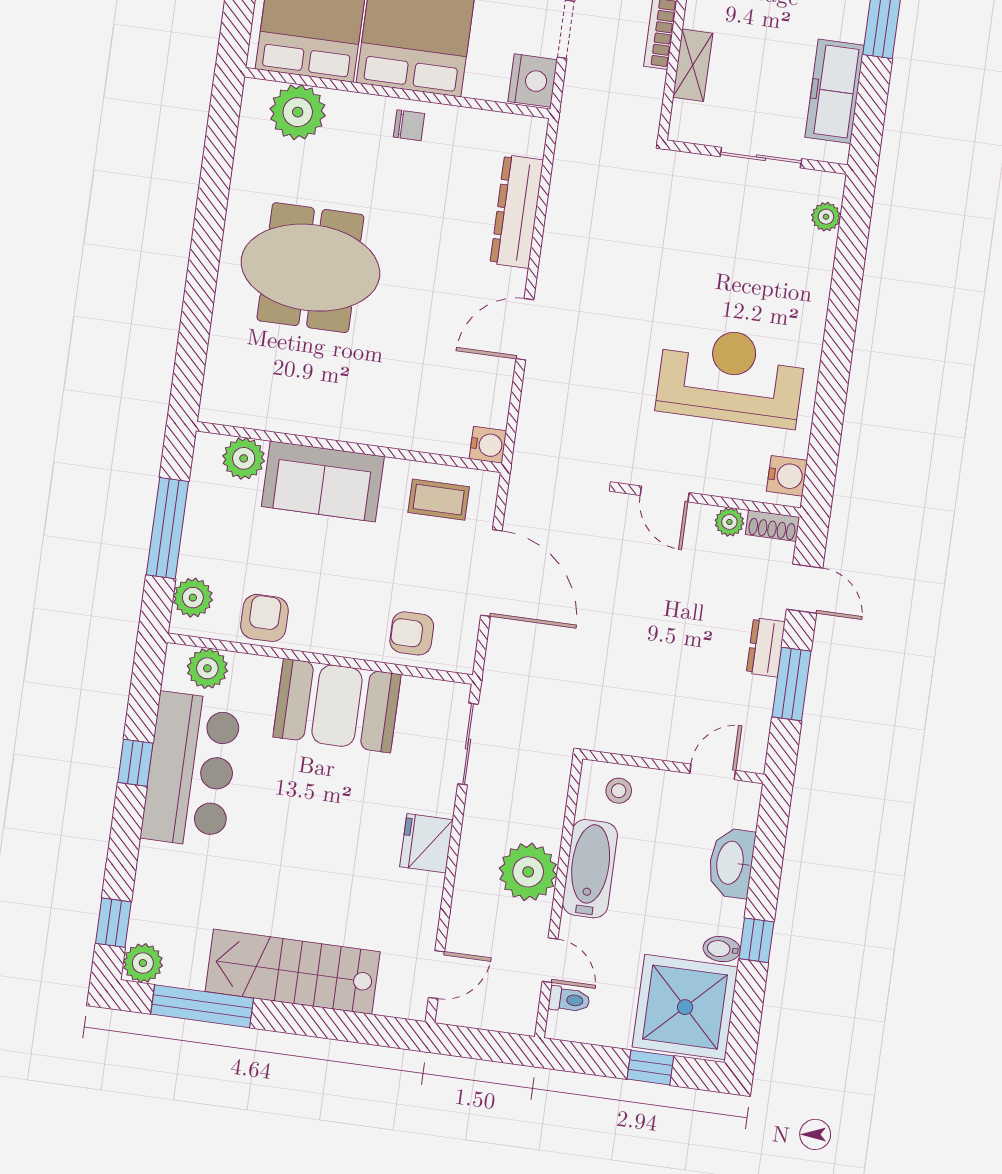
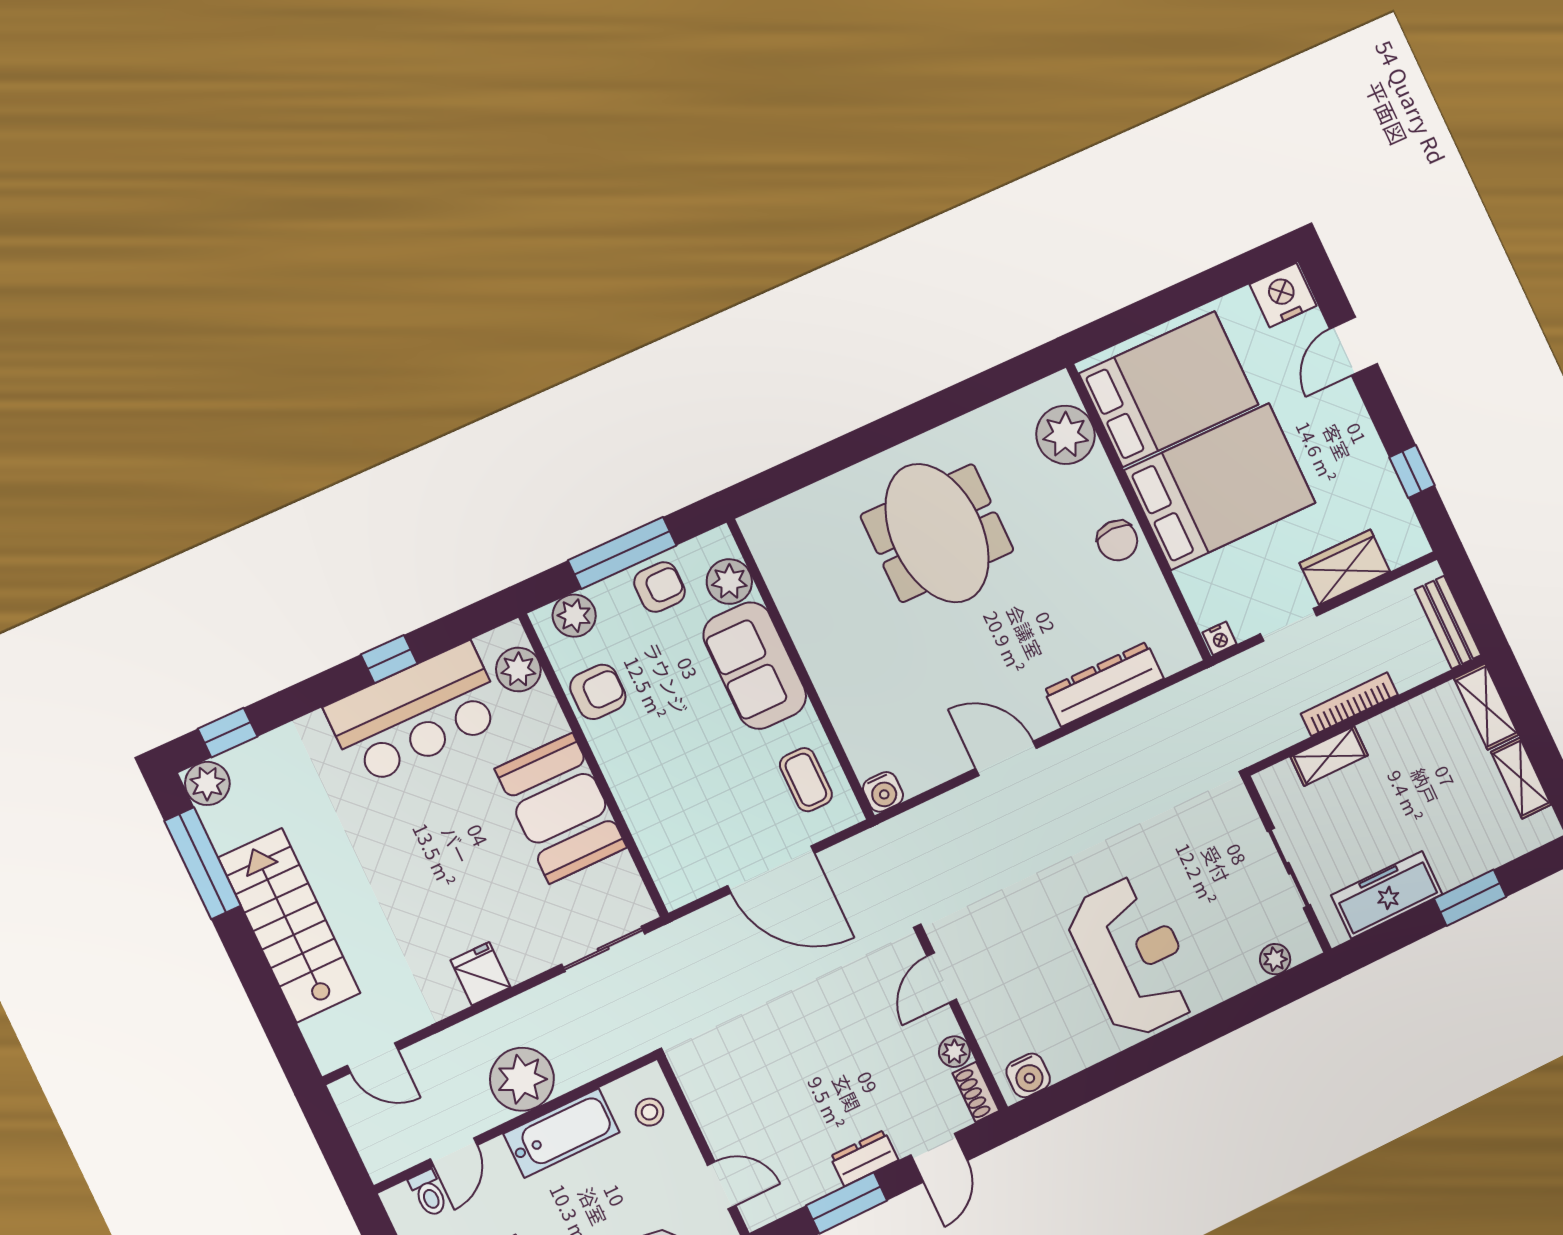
nightstand: (533, 81) -> (1220, 638), width x0.53, depth x0.56
chair: (409, 125) -> (1117, 541), width x1.37, depth x1.37
reception desk: (731, 376) -> (1133, 957), moved
door: (491, 573) -> (771, 869), hinge flipped
armchair: (412, 633) -> (660, 587), moved, turned 90
fridge: (426, 843) -> (480, 974), width x0.72

